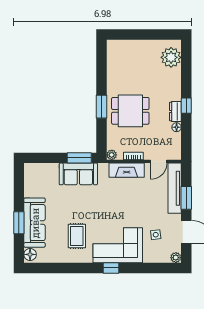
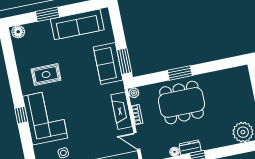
dining table: (130, 111) -> (181, 102), width x1.38
sofa: (35, 223) -> (77, 24), moved

